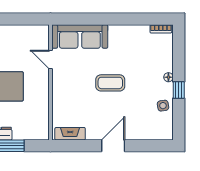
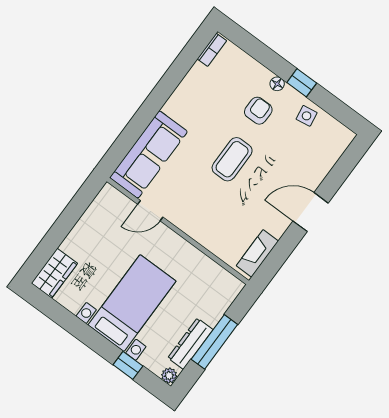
armchair: (147, 78) -> (258, 111), added
door: (113, 146) -> (311, 212), hinge flipped

